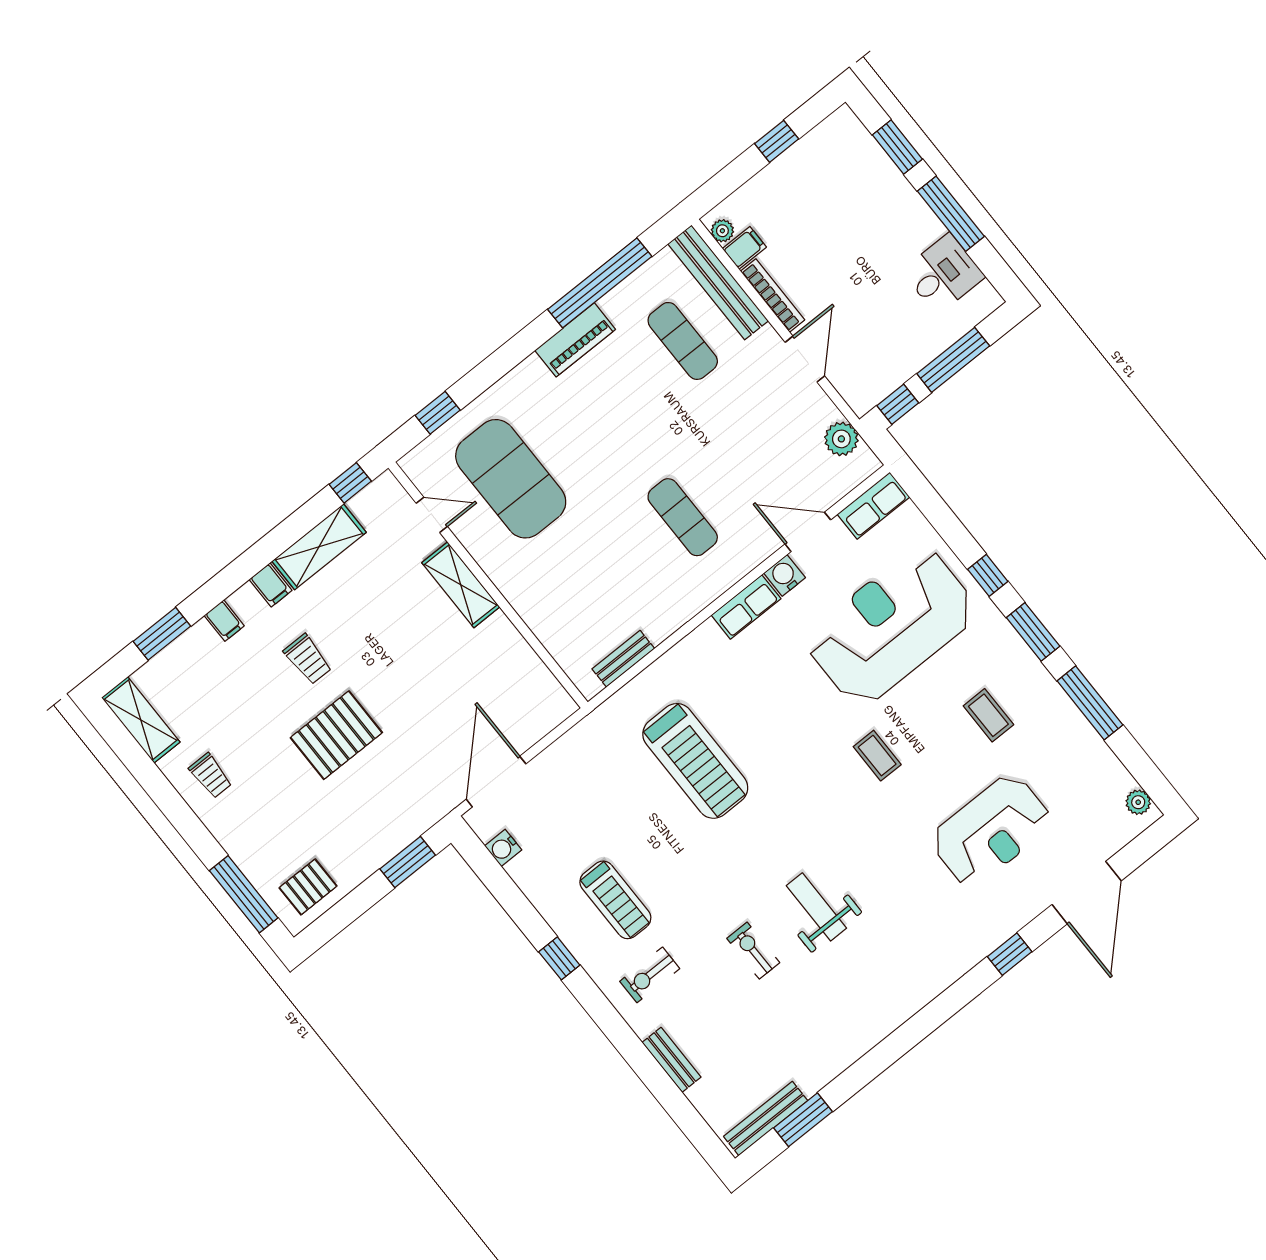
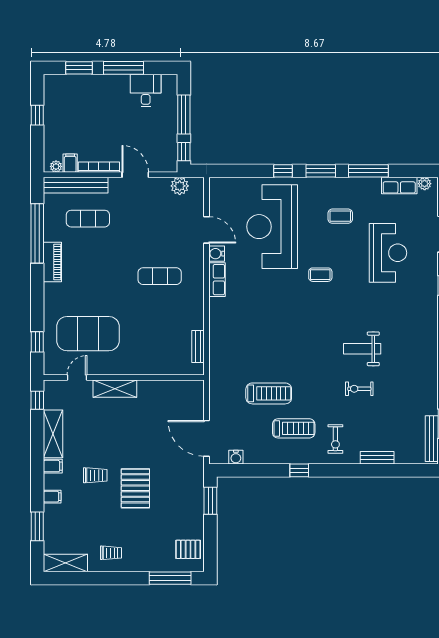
row of seats: (873, 506) -> (399, 185), moved, turned 90
door: (808, 532) -> (207, 230), swing flipped
treadmill: (695, 761) -> (269, 393), moved, width x0.73, depth x0.73
pallet: (308, 887) -> (188, 549), turned 90

